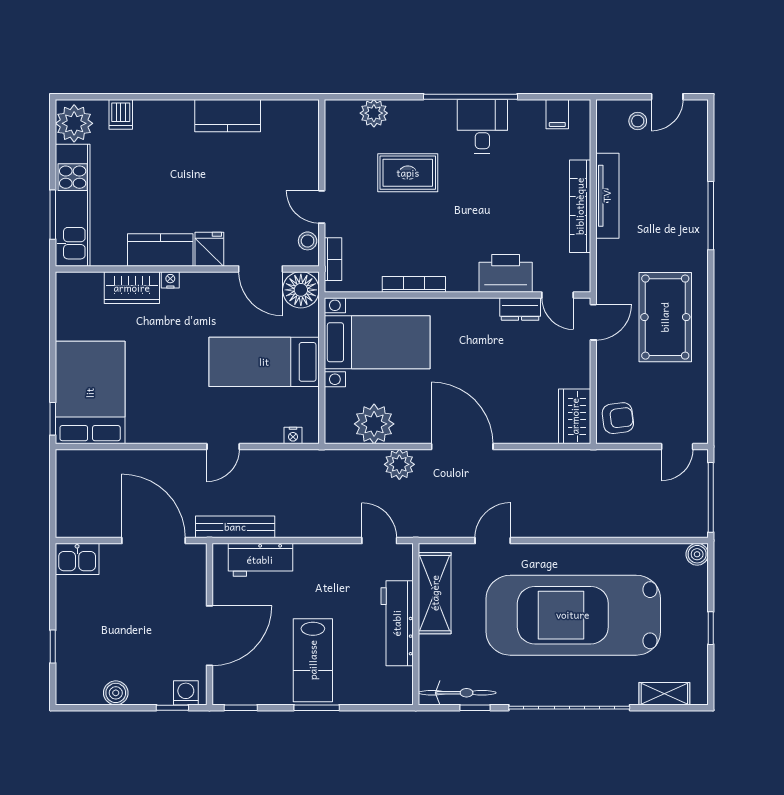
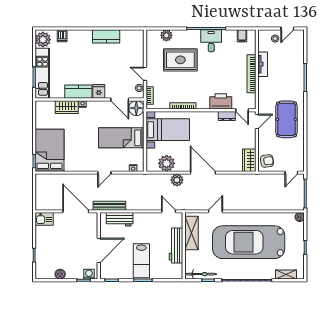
rug: (408, 173) -> (180, 60), width x1.36, depth x1.43
tv unit: (607, 196) -> (263, 64), width x0.71

